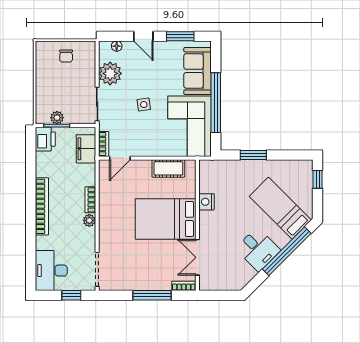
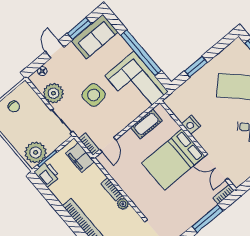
door: (143, 36) -> (55, 49), swing flipped
sofa: (198, 71) -> (95, 36), moved, turned -90
side table: (144, 105) -> (94, 95), width x1.87, depth x1.87
plant: (57, 118) -> (36, 152), width x1.87, depth x1.87

